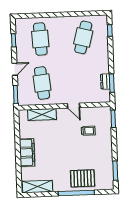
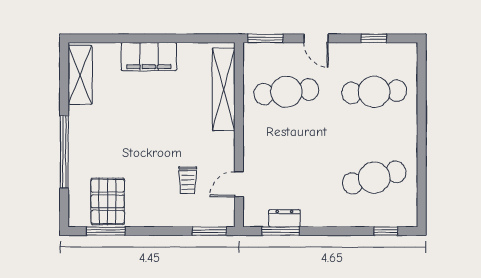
cafe table: (83, 37) -> (374, 178), turned -30
door: (73, 106) -> (239, 184), moved
shelving: (42, 114) -> (224, 89), width x1.47
pallet: (83, 178) -> (108, 201), moved

